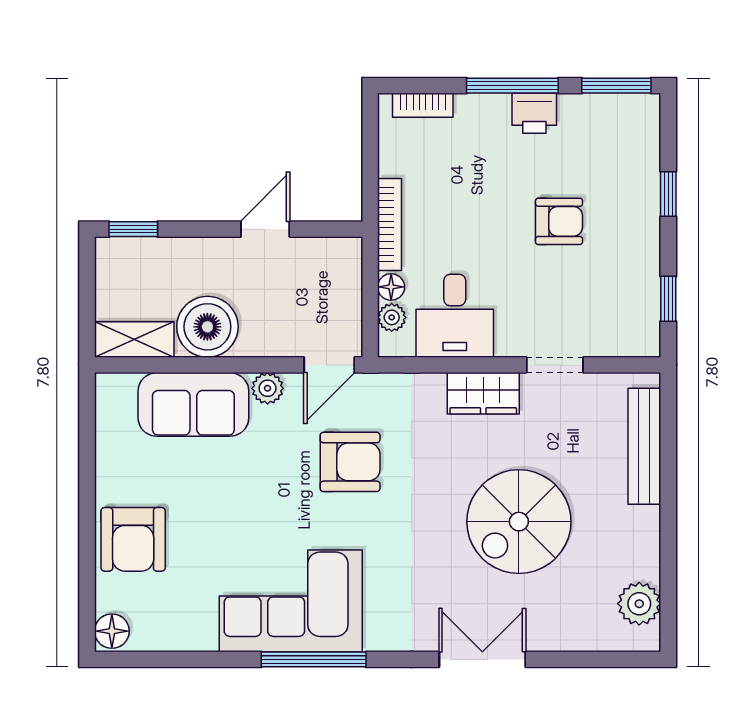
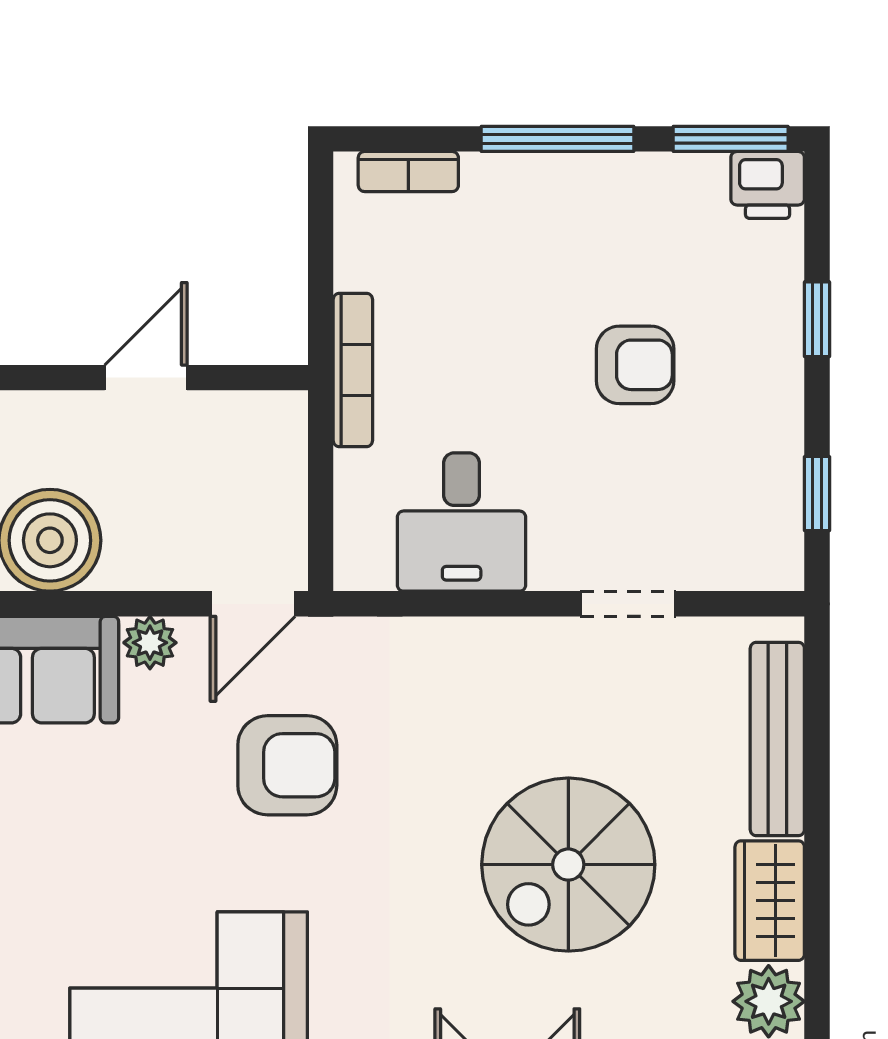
printer: (534, 113) -> (768, 185), moved
floor lamp: (391, 287) -> (356, 474), removed
plant: (392, 317) -> (357, 525), removed
wardrobe: (483, 393) -> (770, 901), moved, turned 90

